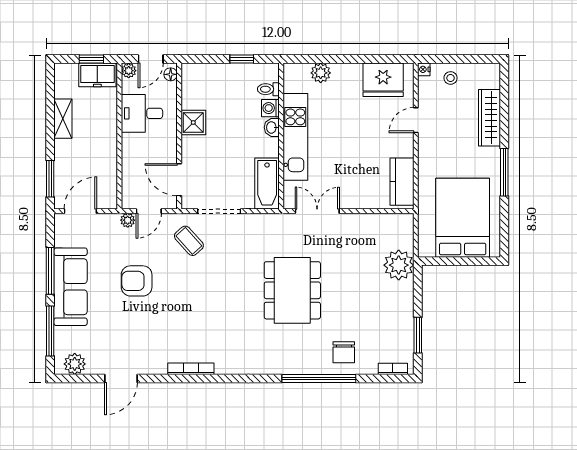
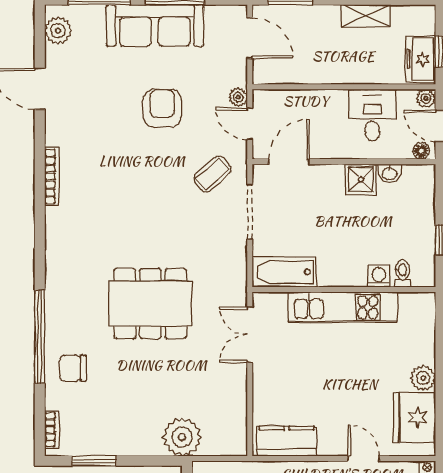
plant: (321, 73) -> (423, 378), moved
washbasin: (272, 127) -> (390, 173), moved, turned 180
double door: (317, 211) -> (250, 335), swing flipped

